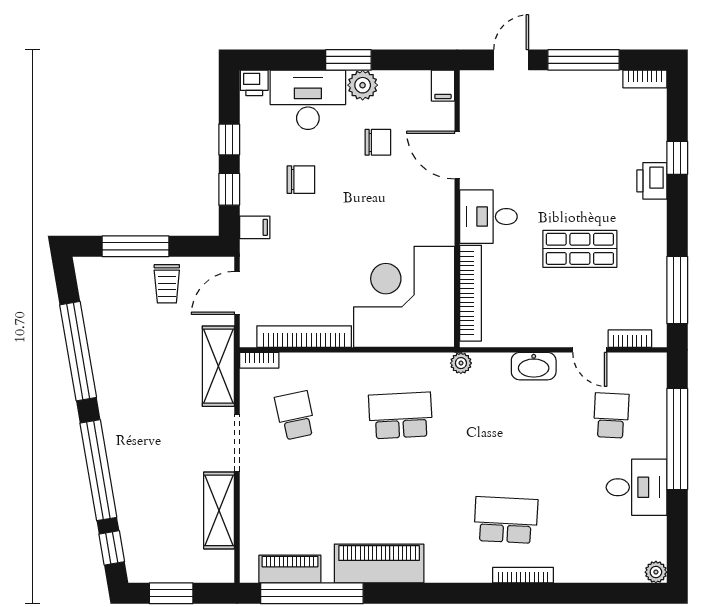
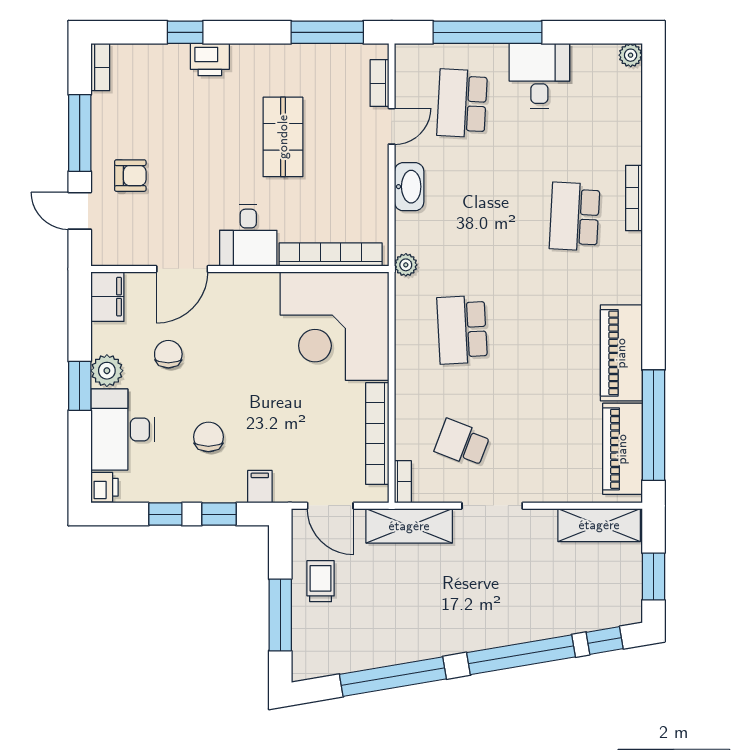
filing cabinet: (443, 86) -> (107, 297), width x2.00
armchair: (544, 107) -> (130, 176), added
trolley: (167, 284) -> (321, 581), turned -90
school desk: (295, 415) -> (462, 443), turned 33
school desk: (611, 415) -> (462, 103), width x1.85
shelving: (219, 510) -> (599, 525), moved
piano: (290, 569) -> (622, 449), width x1.37, depth x1.33

